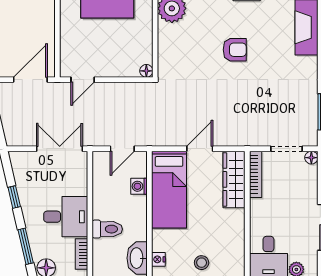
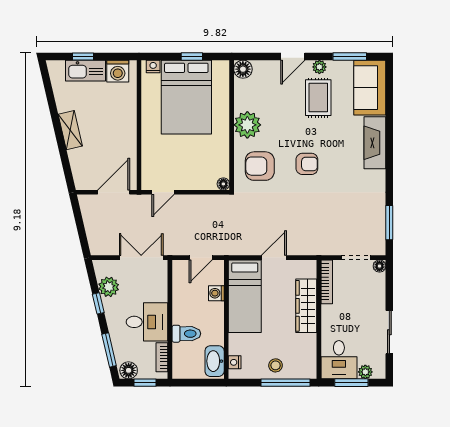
armchair: (185, 52) -> (260, 166), added
wardrobe: (234, 179) -> (306, 306), moved
plant: (25, 180) -> (109, 287), added

